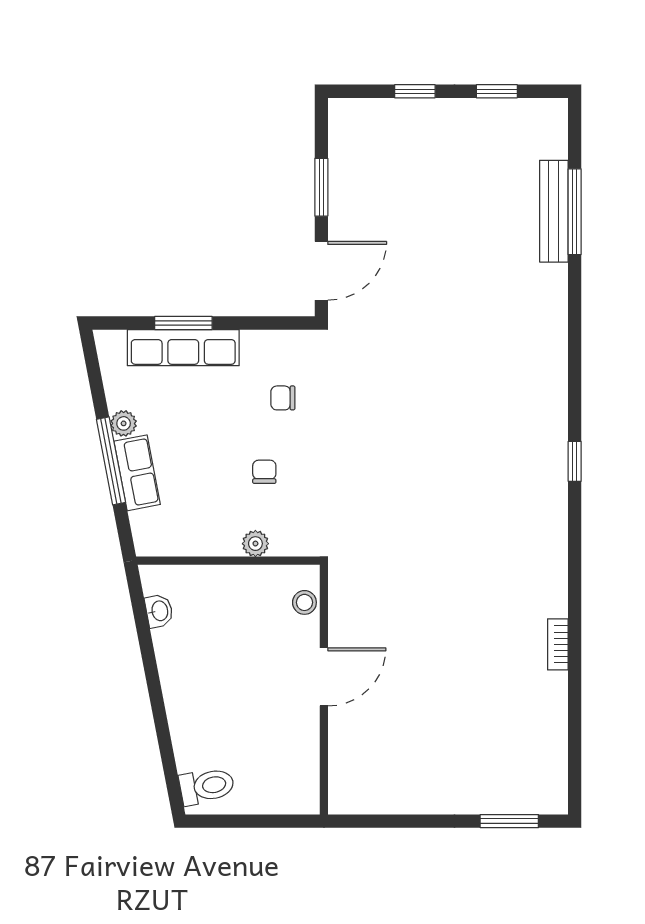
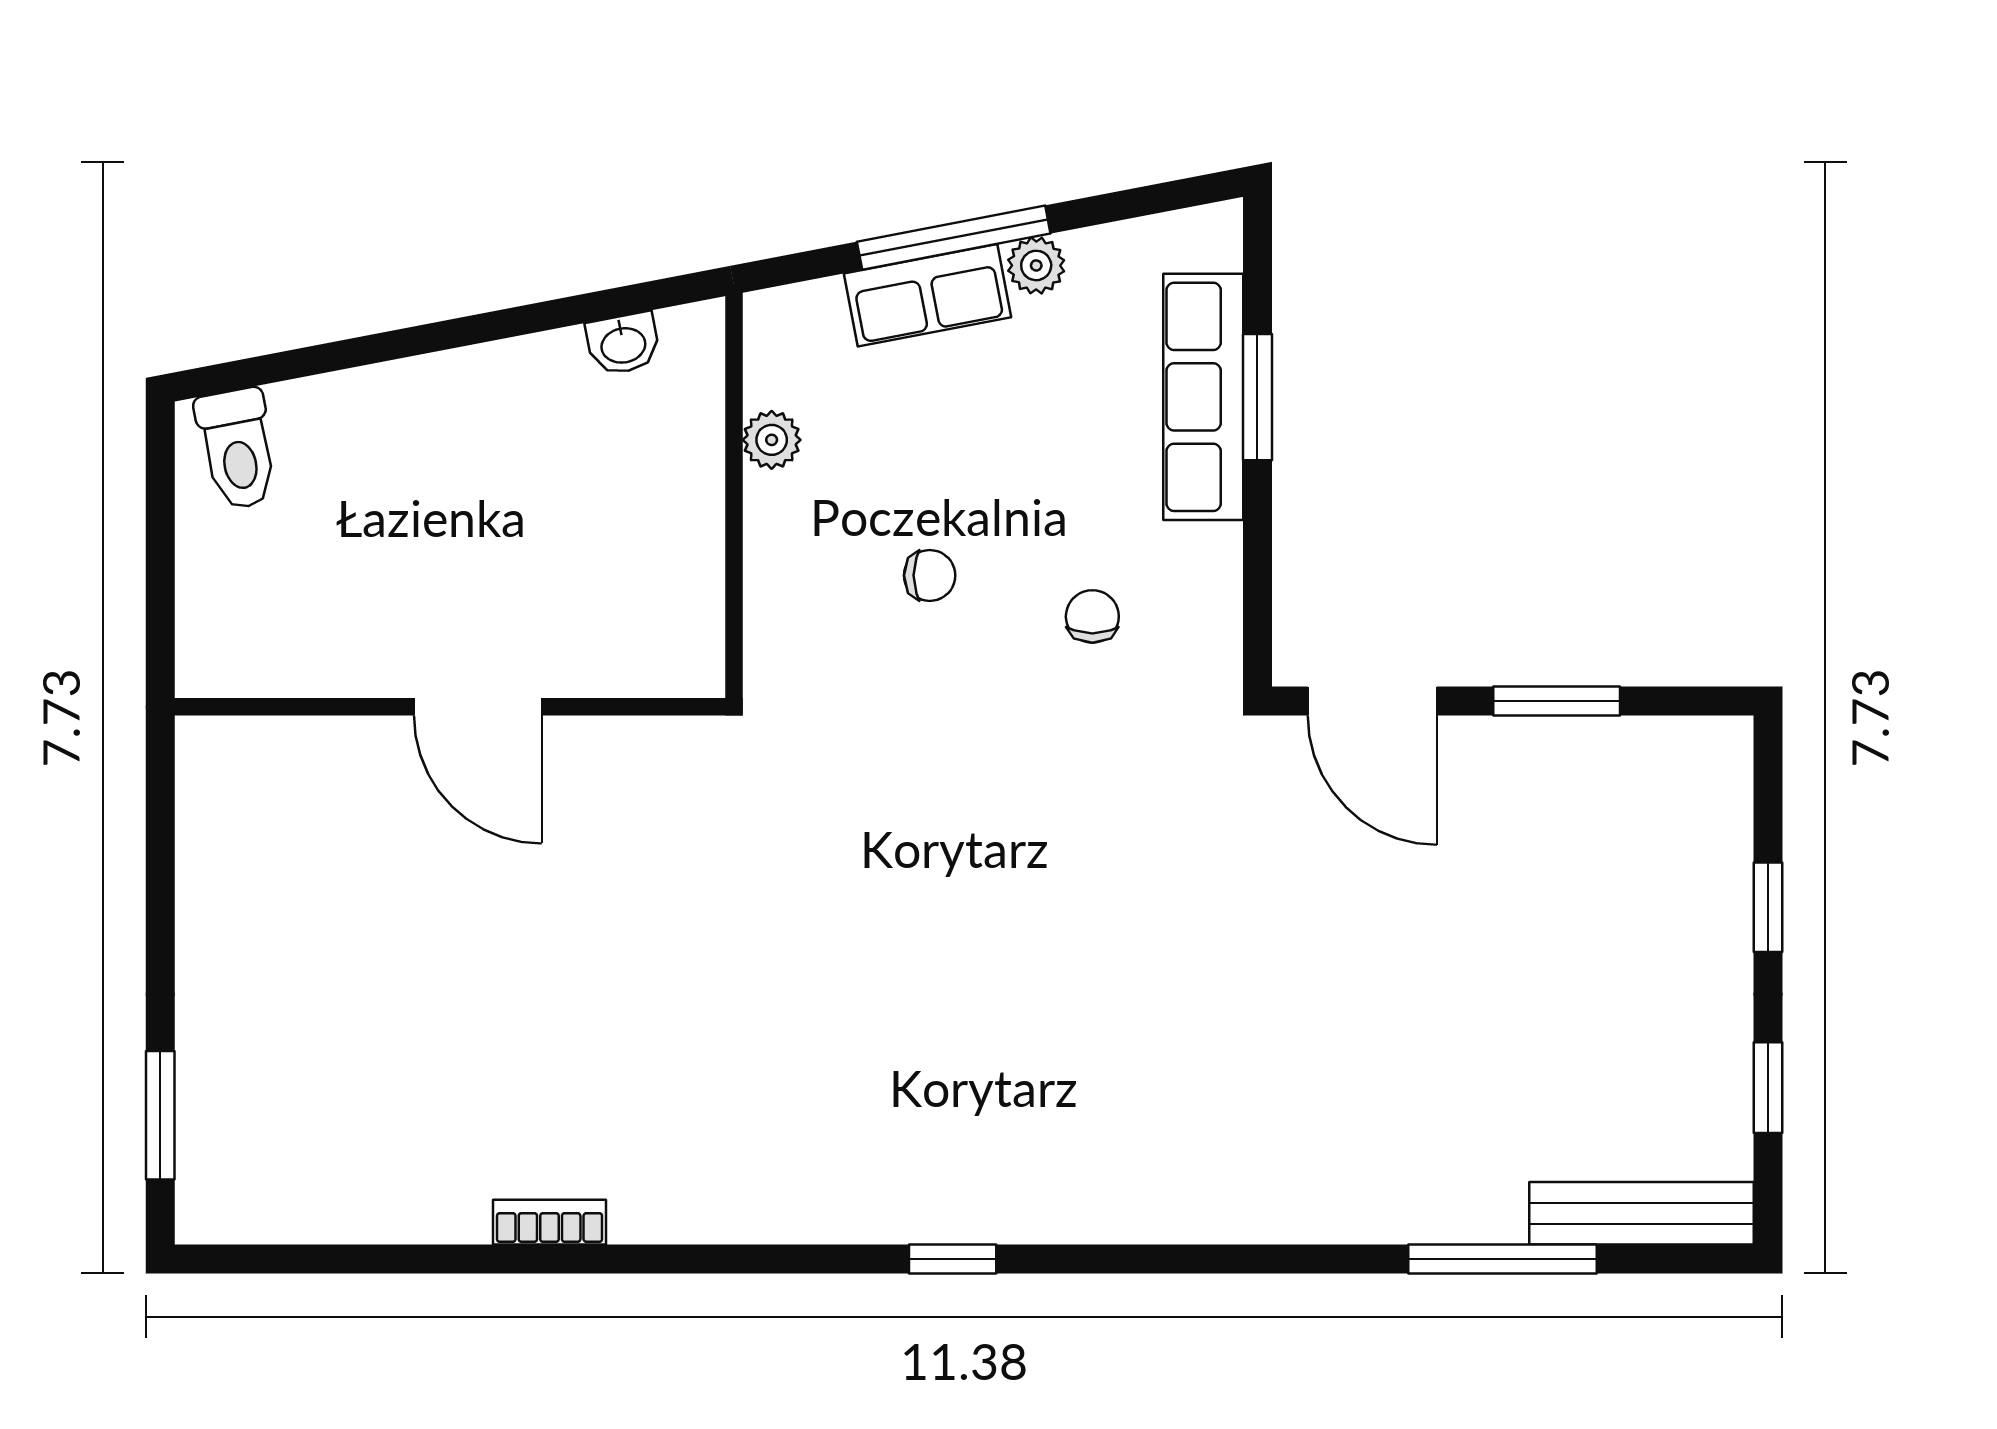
bench: (554, 211) -> (1641, 1213), moved
plant: (255, 544) -> (772, 440), moved
stool: (304, 602) -> (642, 664), removed

